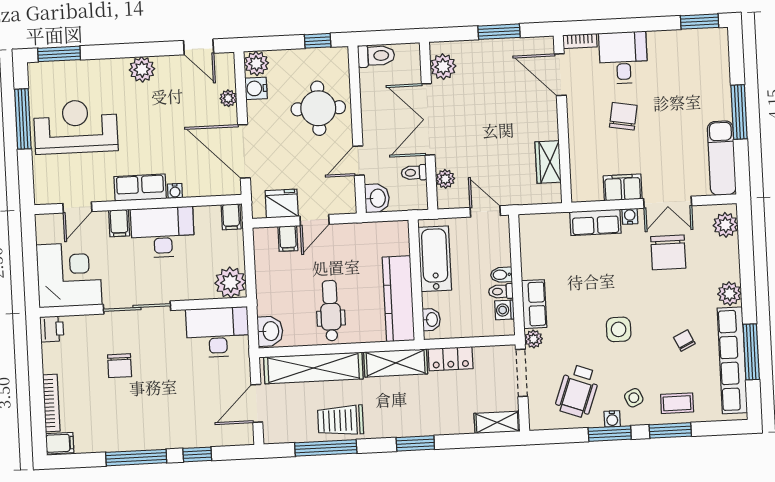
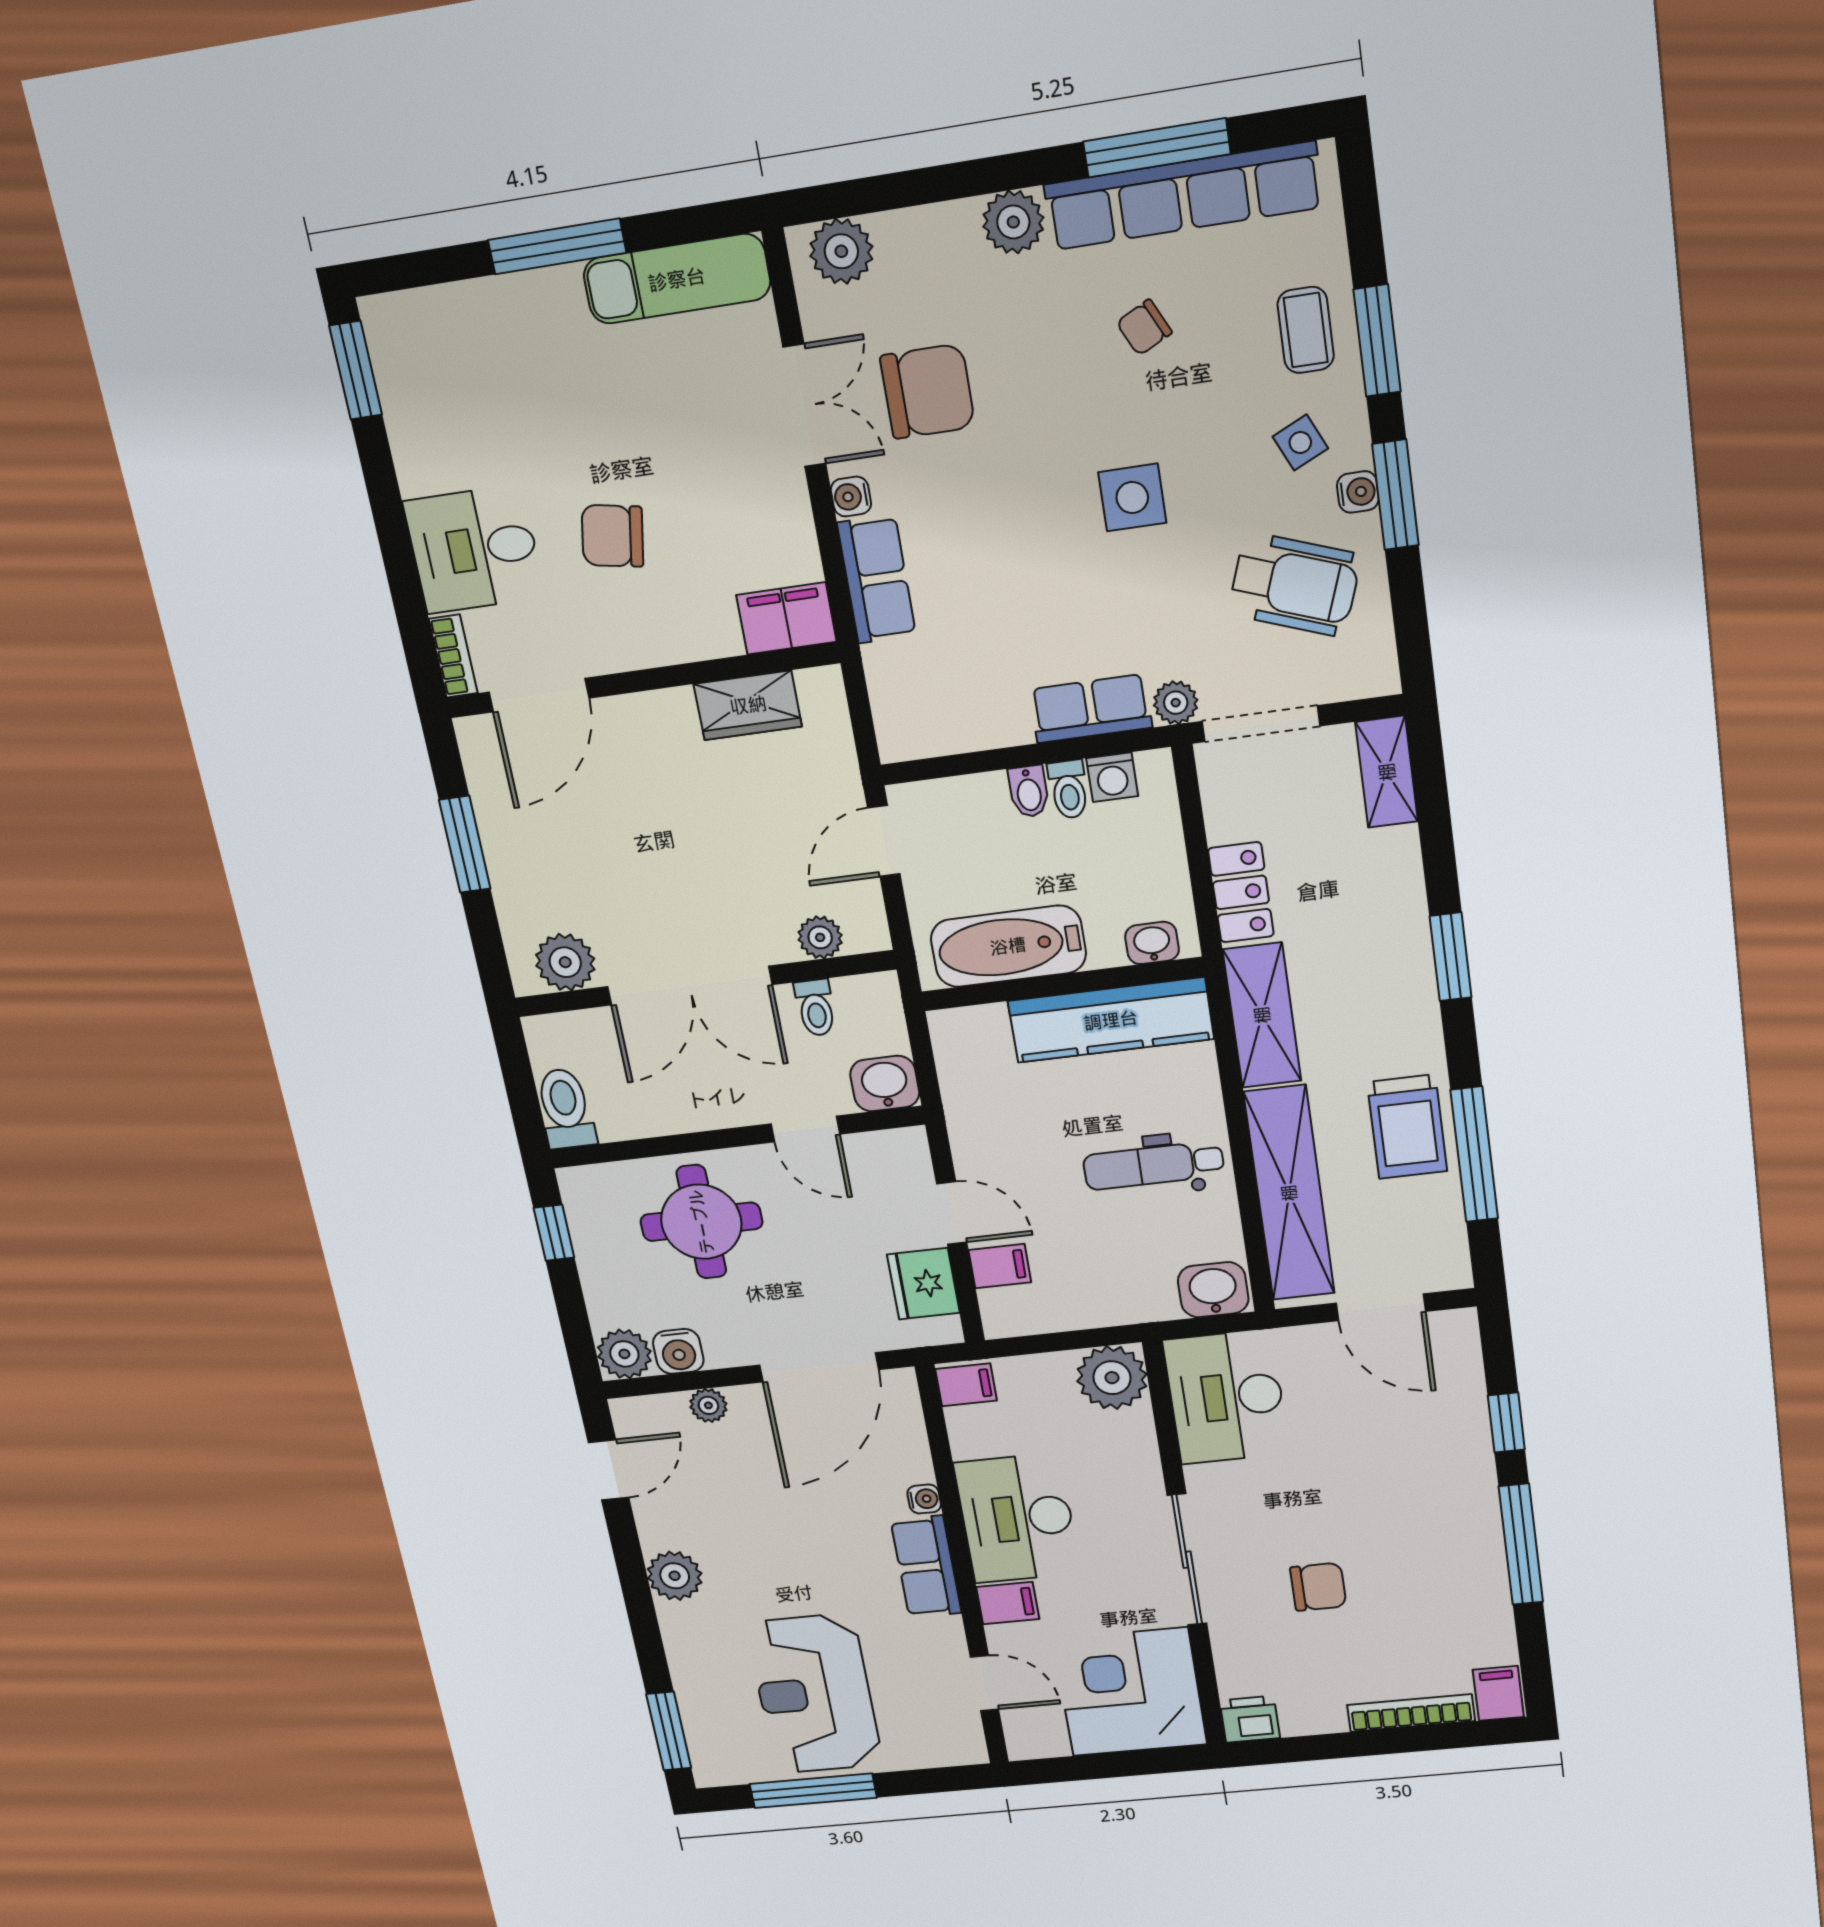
filing cabinet: (623, 187) -> (786, 618), moved, turned 90

